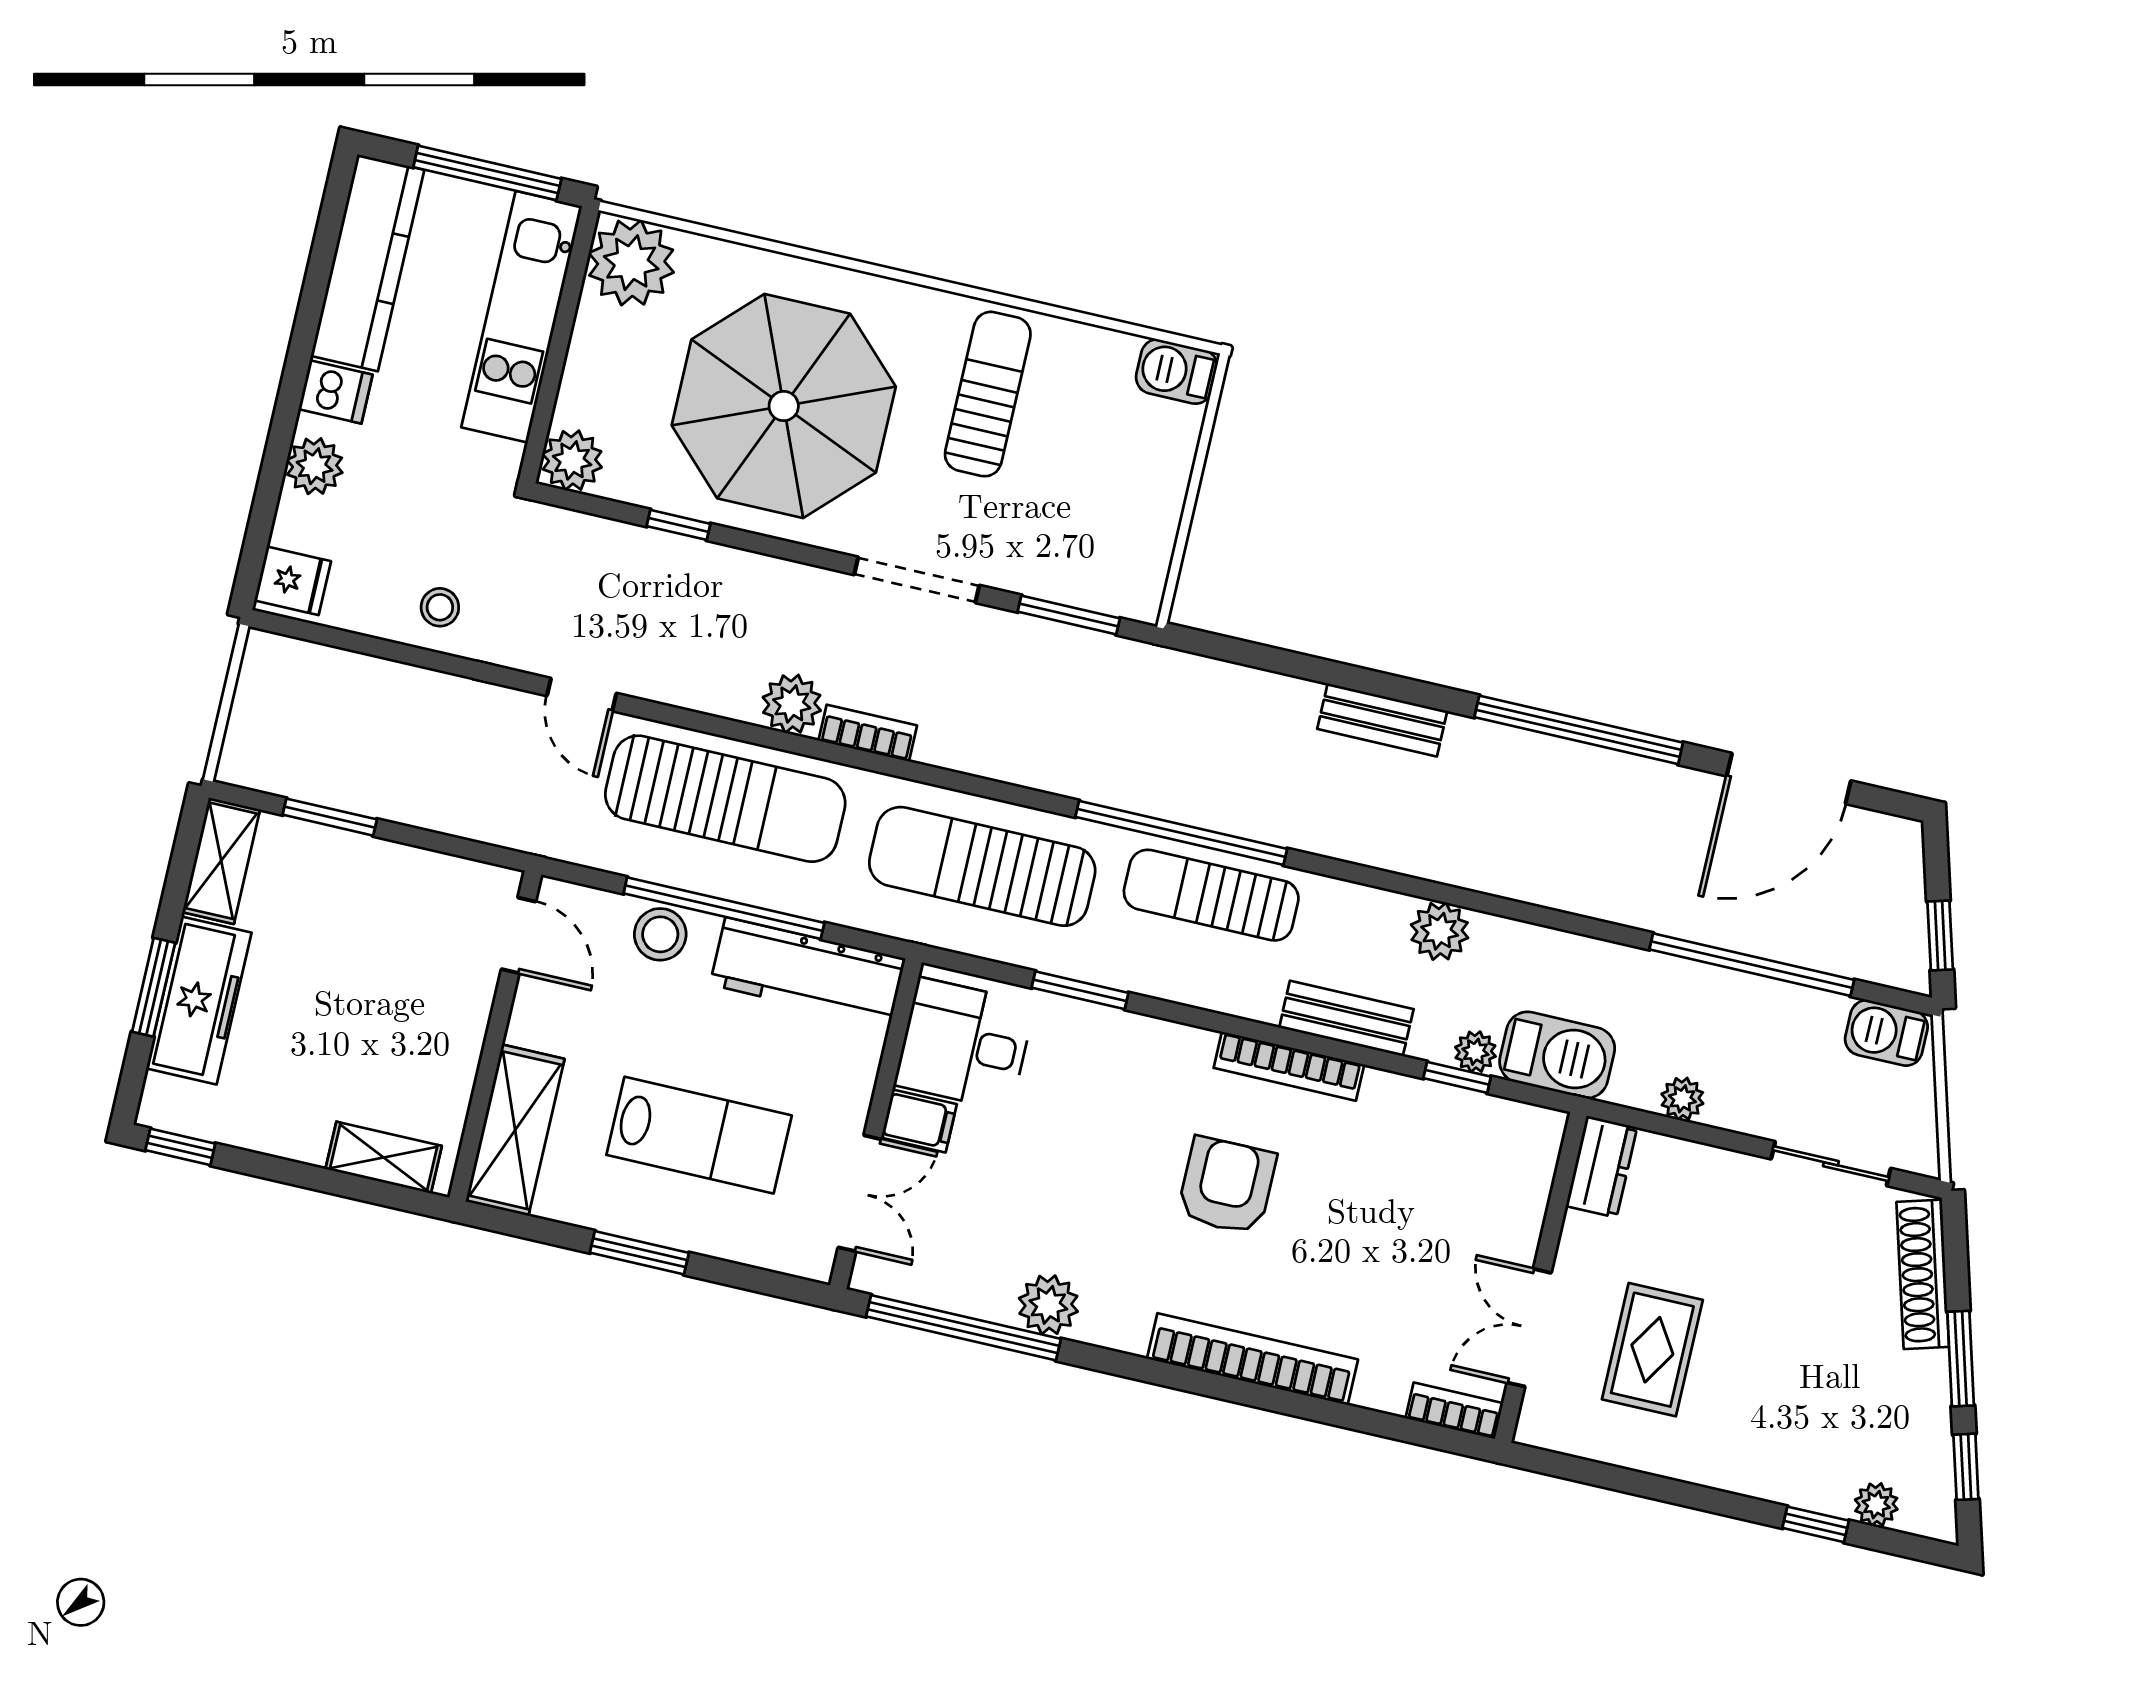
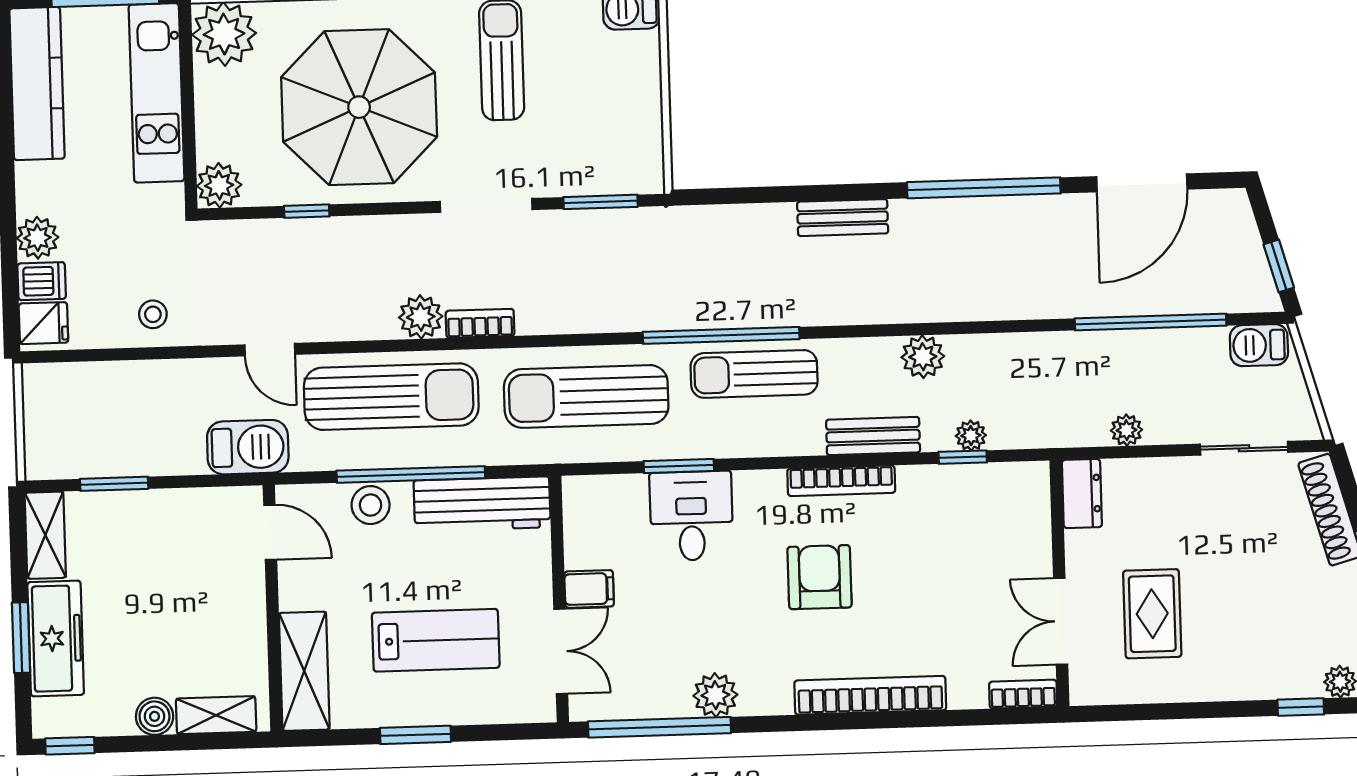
dishwasher: (336, 392) -> (42, 281), moved
desk: (965, 1044) -> (691, 516), moved, turned 90
barbecue: (1557, 1055) -> (248, 447), moved
boiler: (302, 1138) -> (155, 716), added

